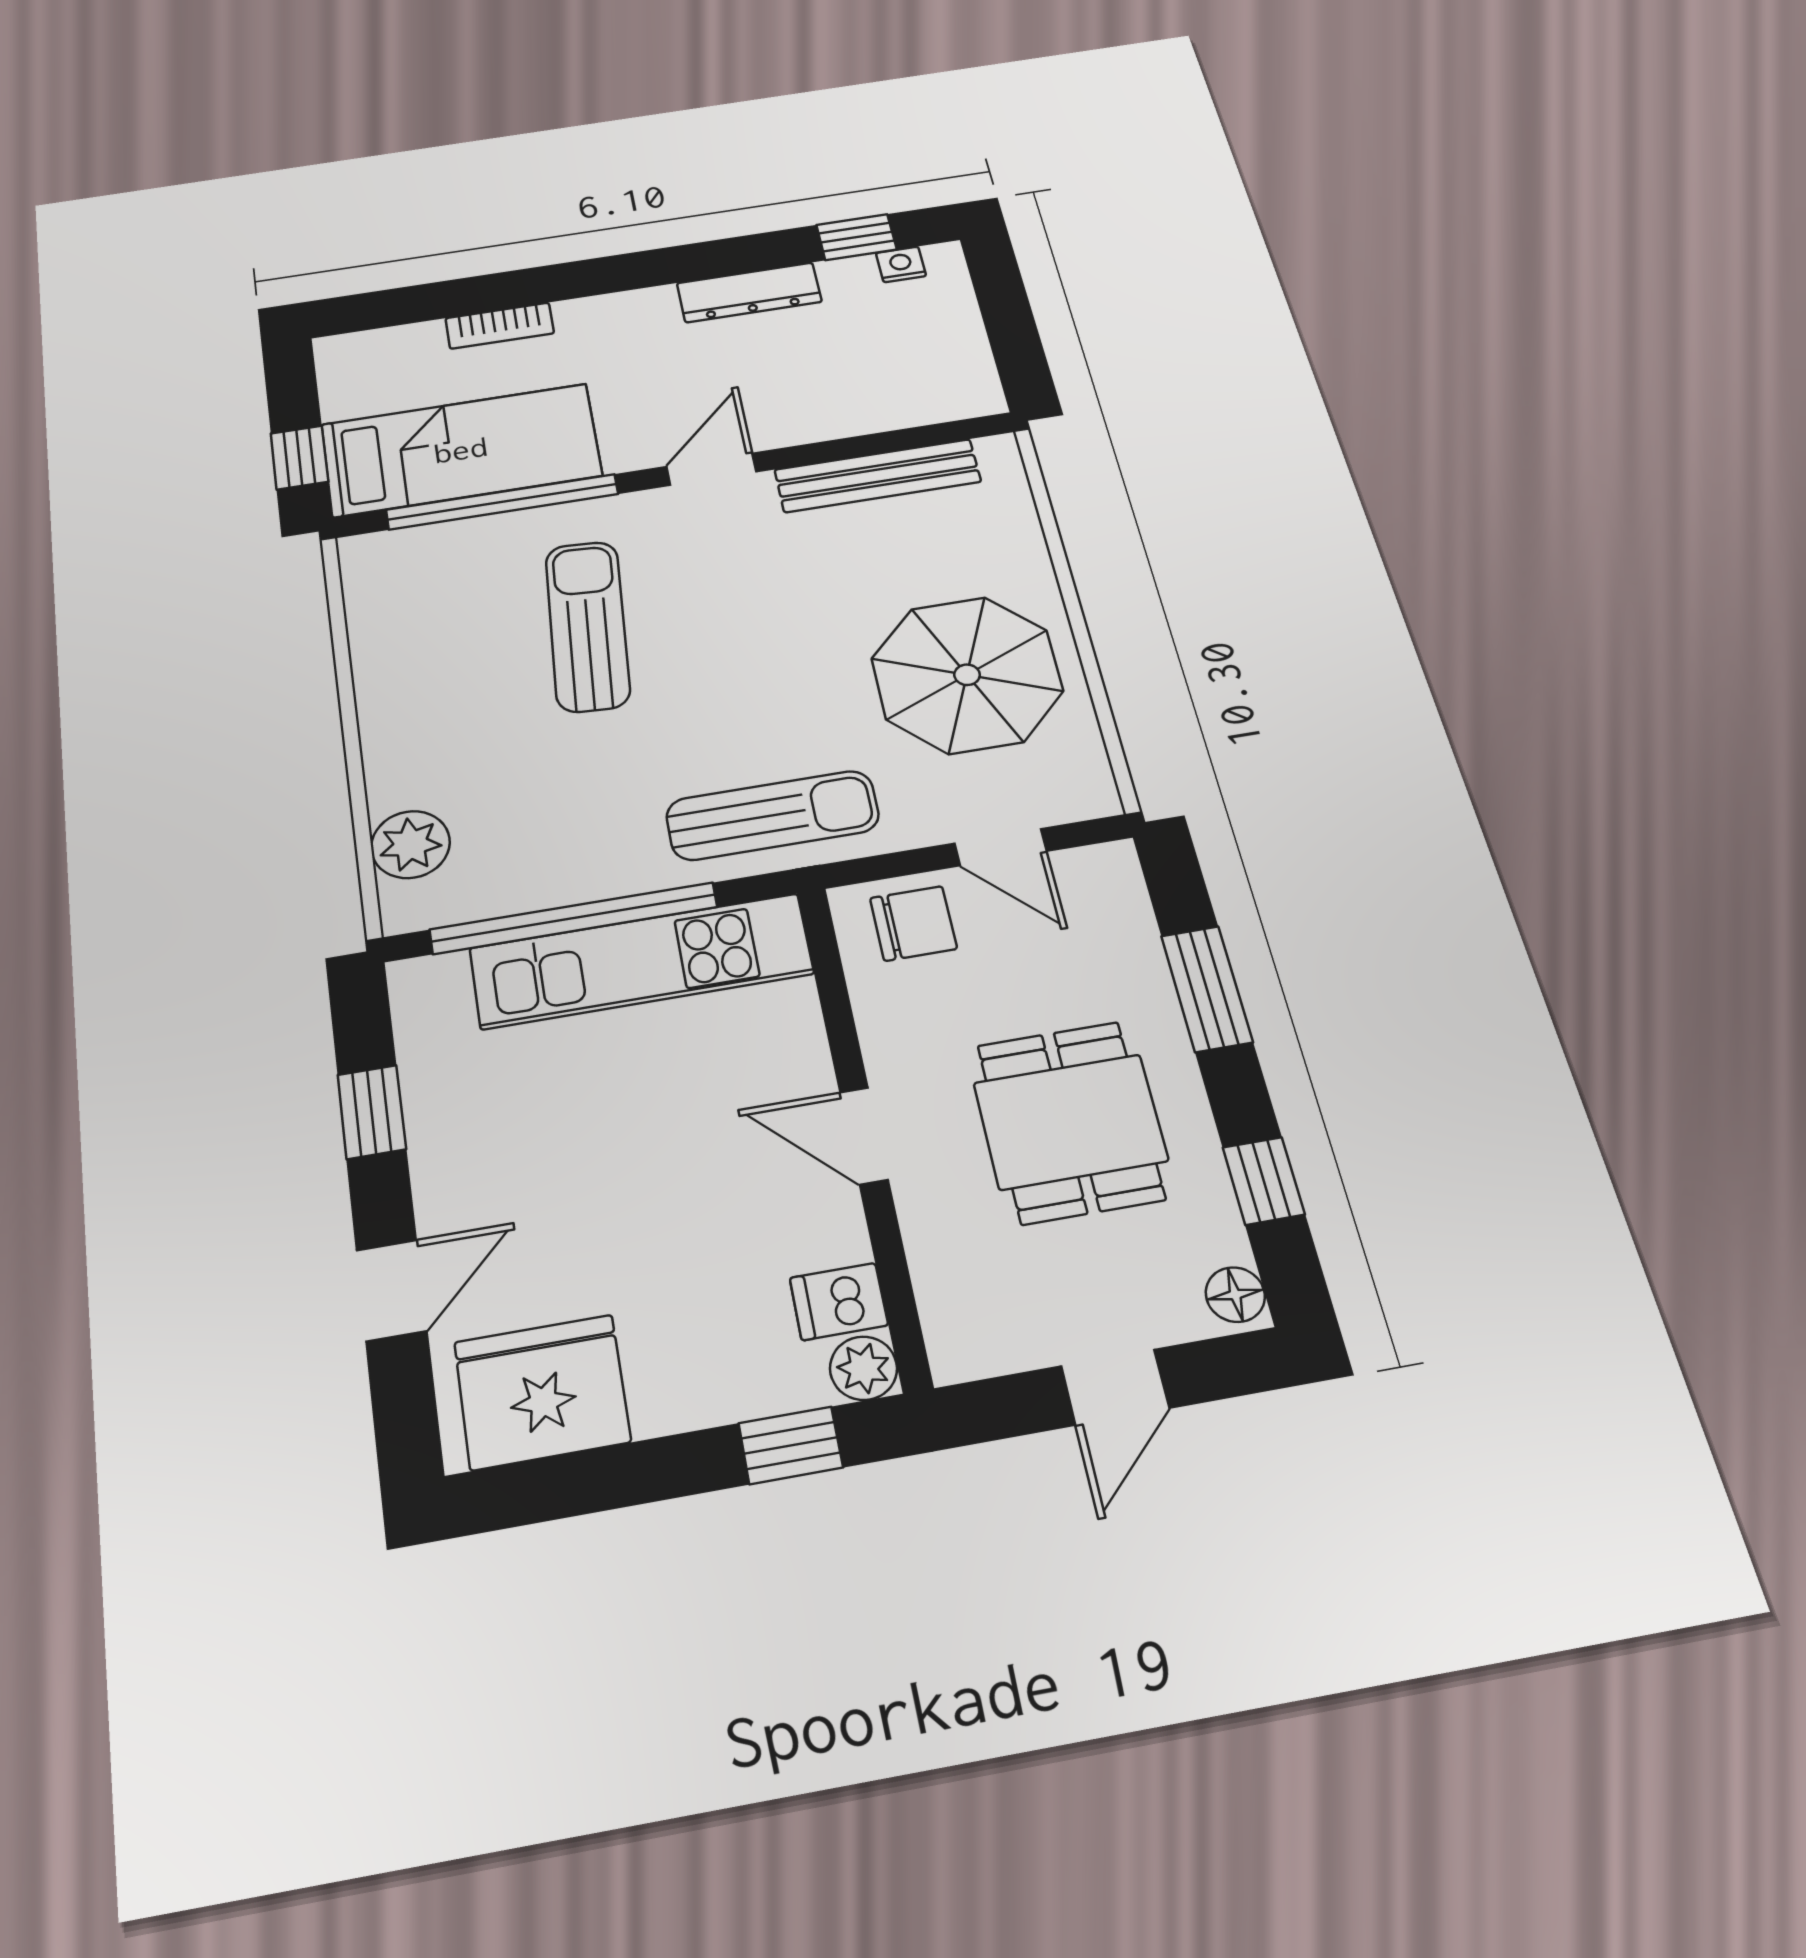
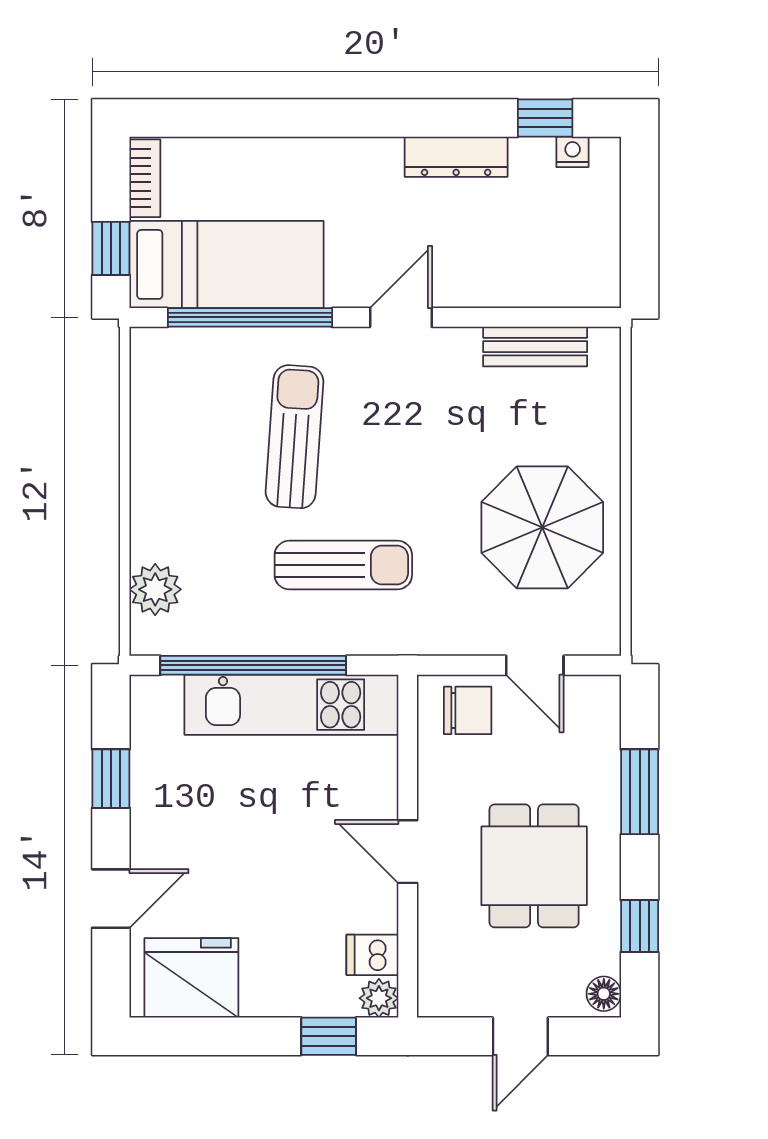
bookcase: (500, 326) -> (145, 178), moved, turned -90
bench: (878, 476) -> (535, 347), width x0.73
sun lounger: (773, 815) -> (343, 565), moved

